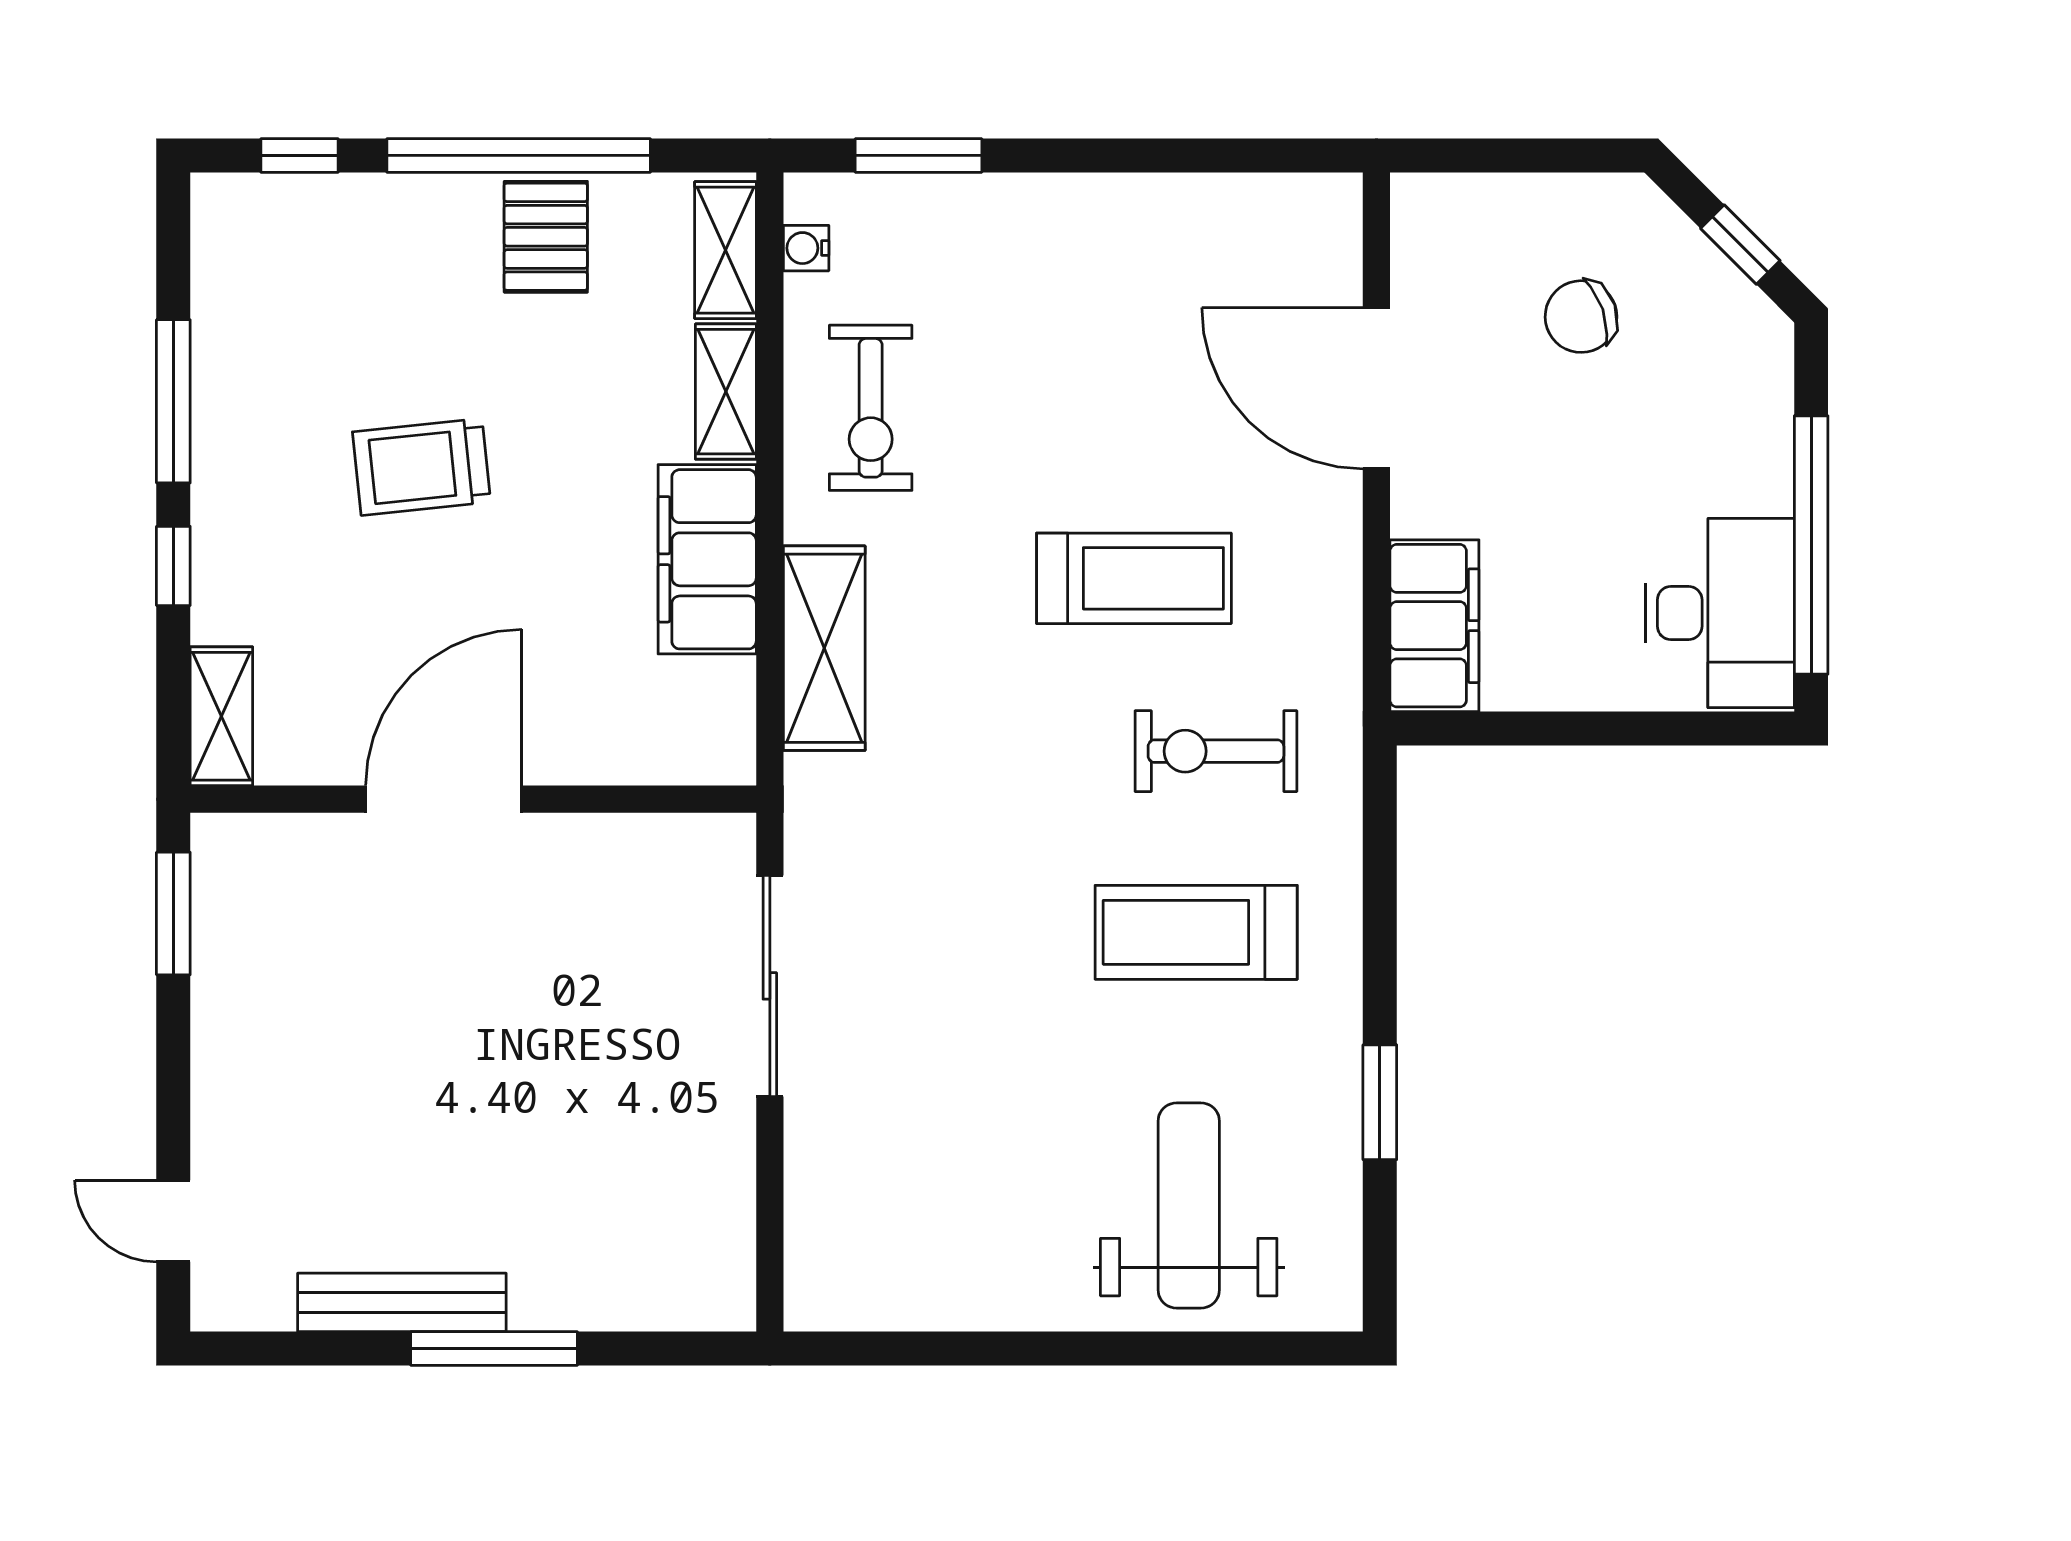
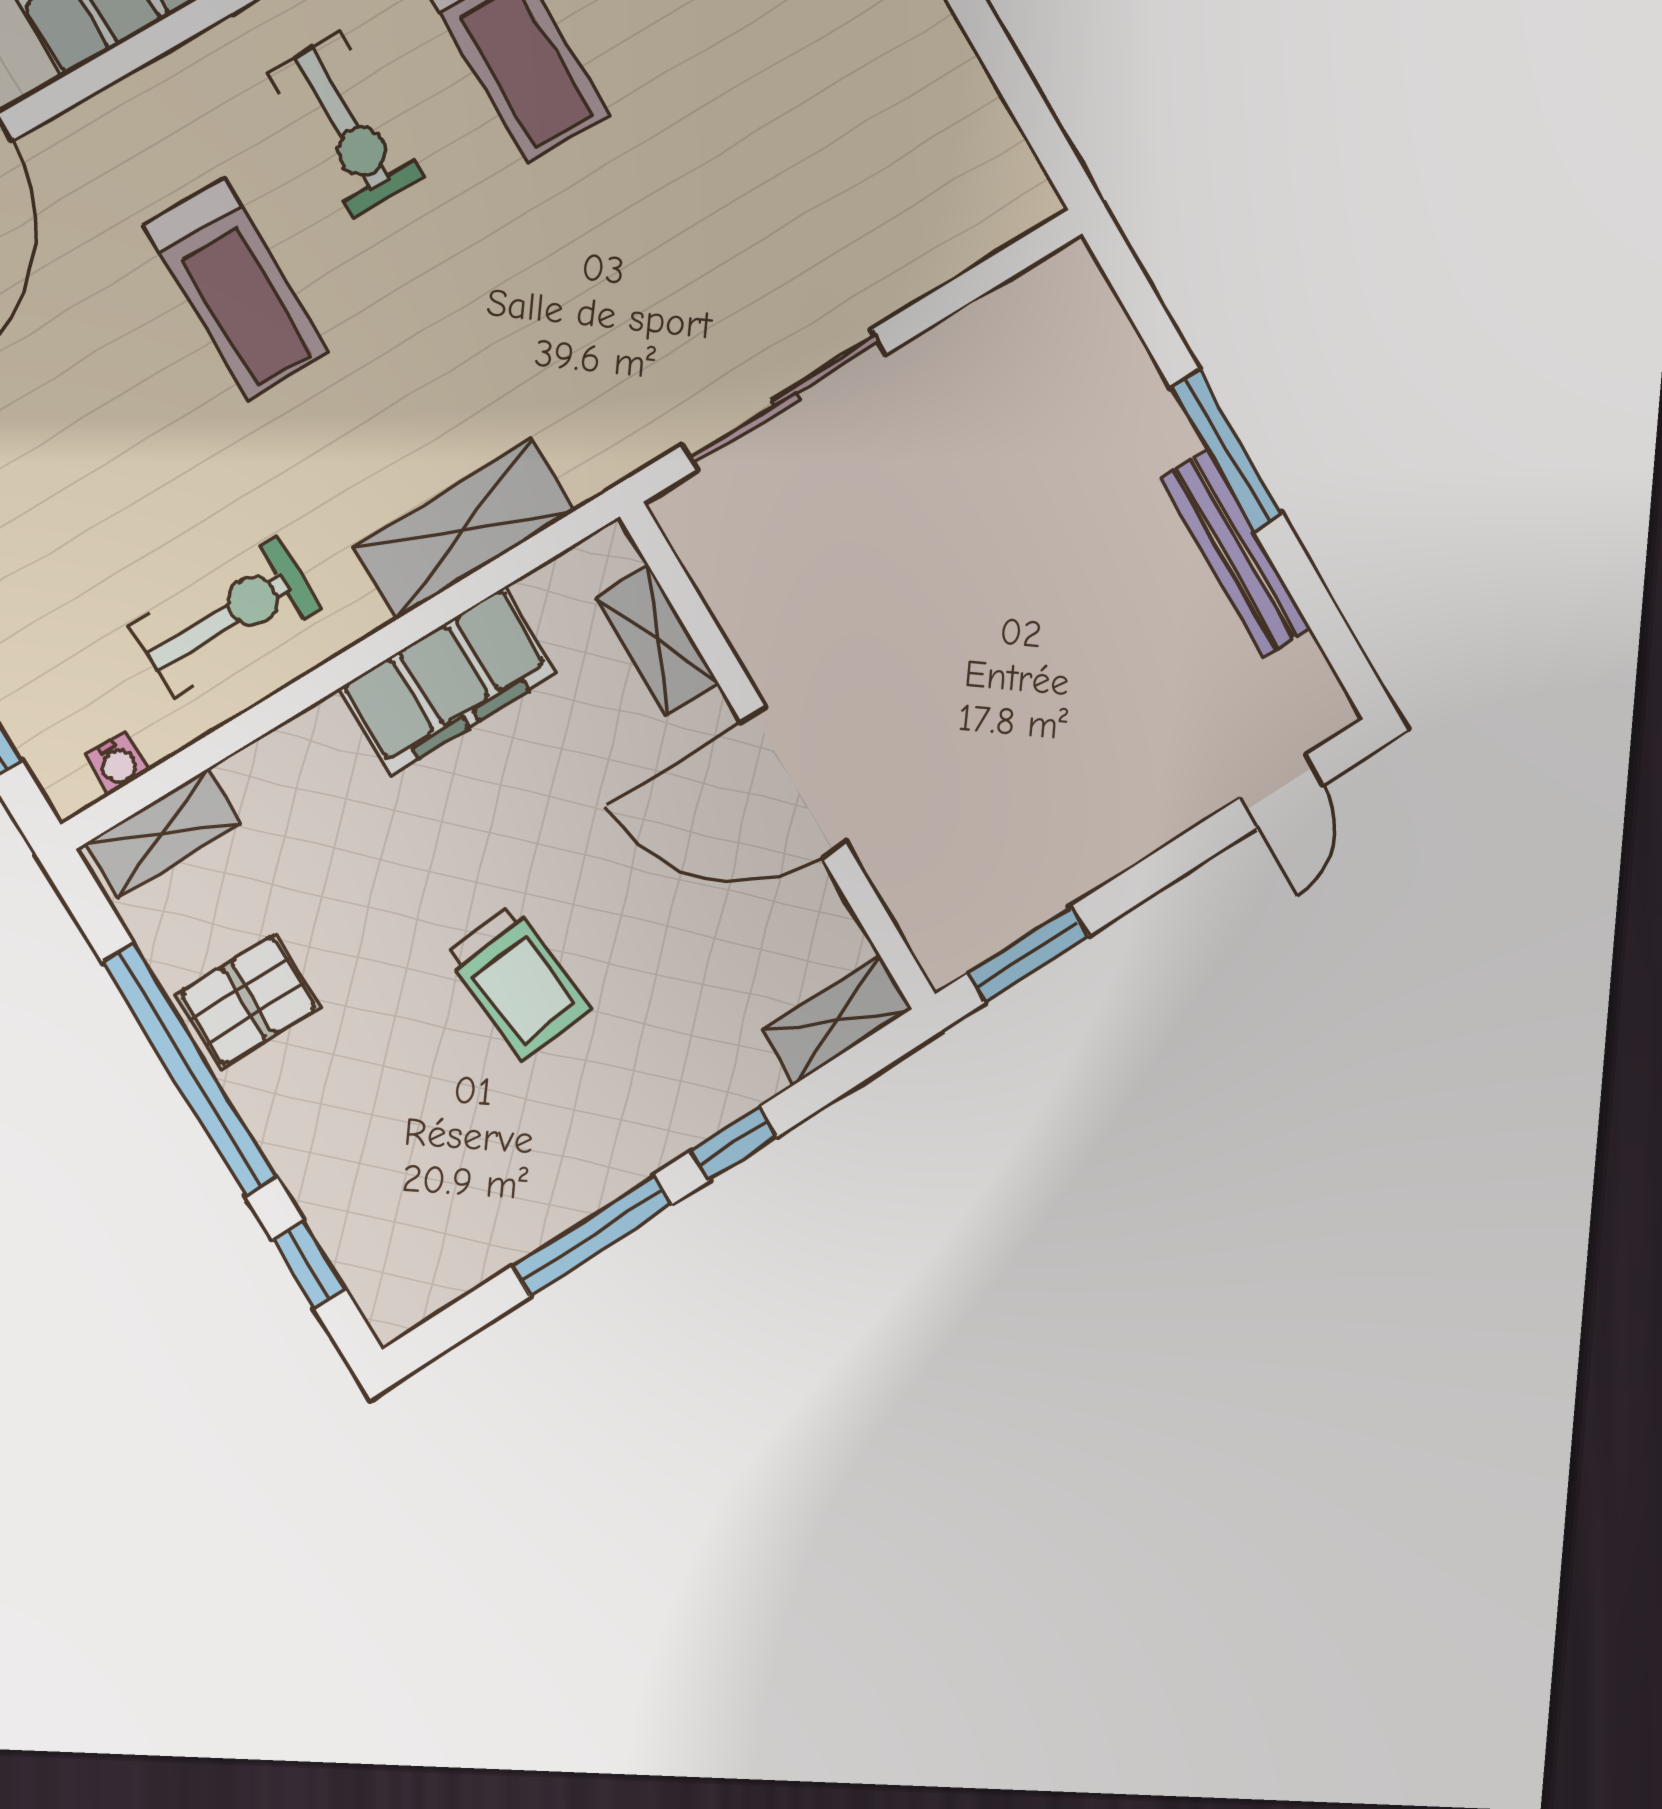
shelving: (726, 392) -> (657, 640), moved, turned 90
treadmill: (1134, 578) -> (236, 290), turned 180

